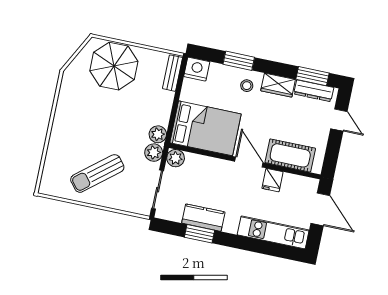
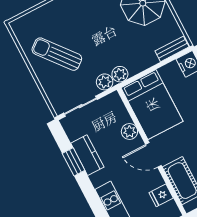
plant: (176, 158) -> (129, 131), moved
door: (249, 162) -> (153, 155), swing flipped
fridge: (273, 180) -> (161, 195), moved

